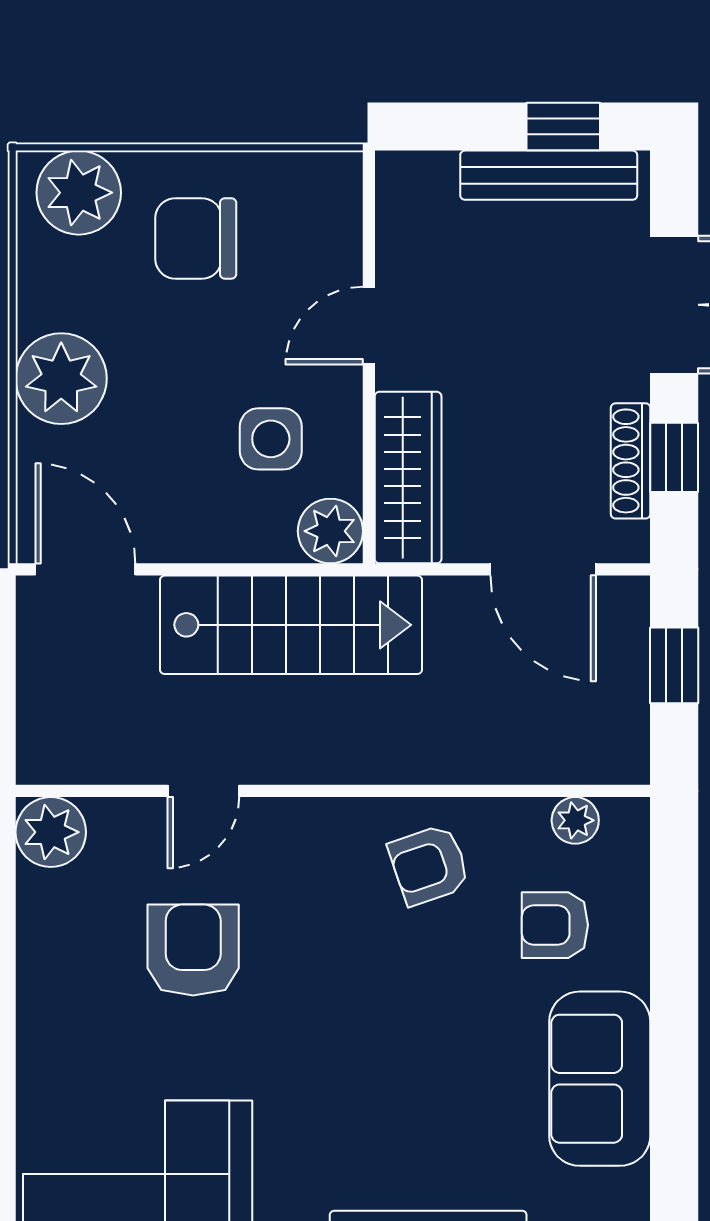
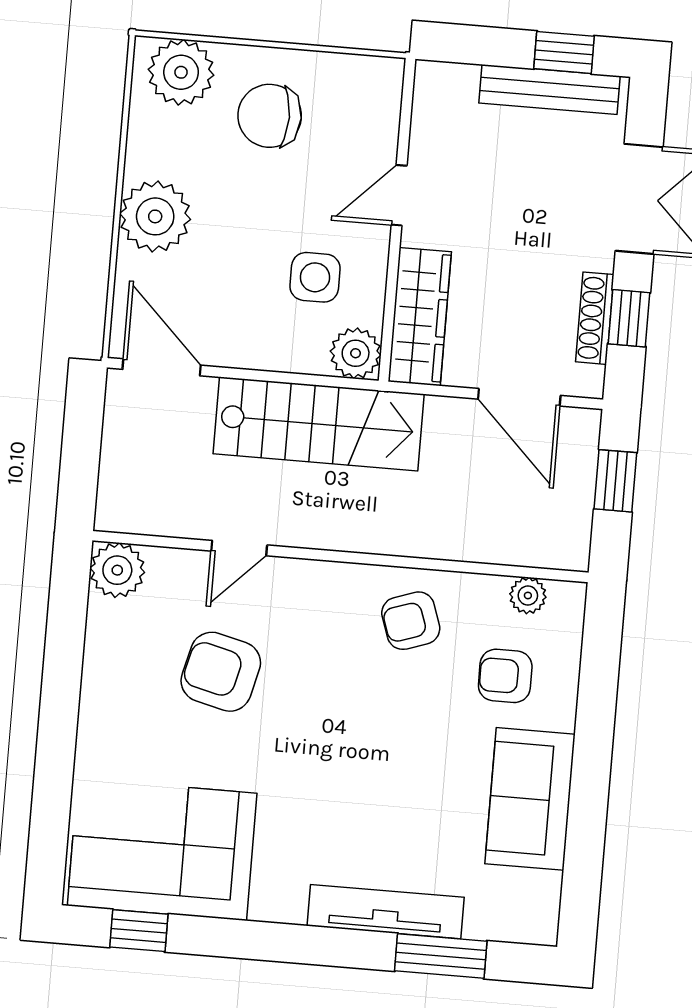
armchair: (193, 950) -> (221, 672), turned -76

